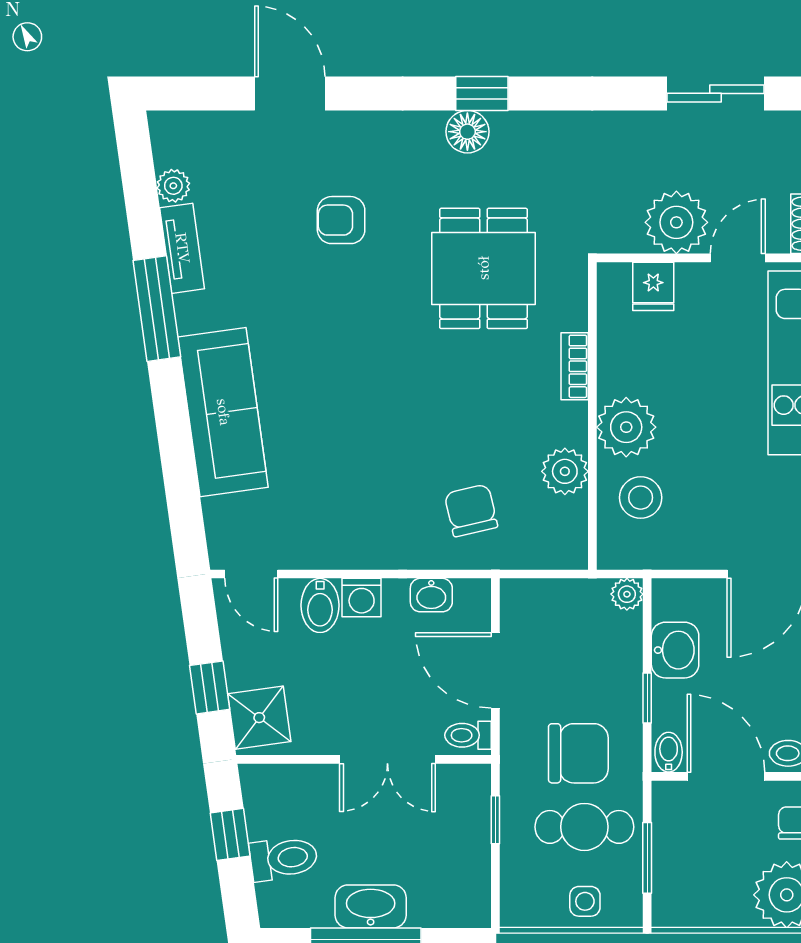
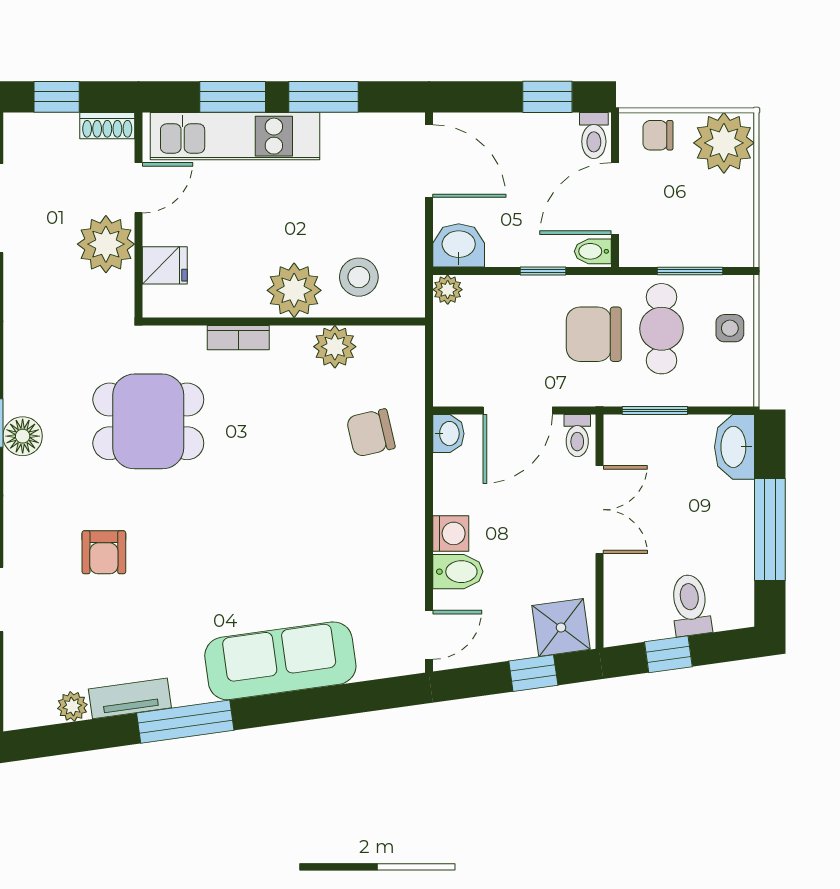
door: (738, 258) -> (139, 188), swing flipped
washbasin: (431, 595) -> (448, 434), moved
washbasin: (675, 650) -> (459, 245), moved
chair: (578, 753) -> (594, 334), turned -90
window: (495, 820) -> (655, 410), width x1.50
washbasin: (371, 906) -> (735, 447), moved

